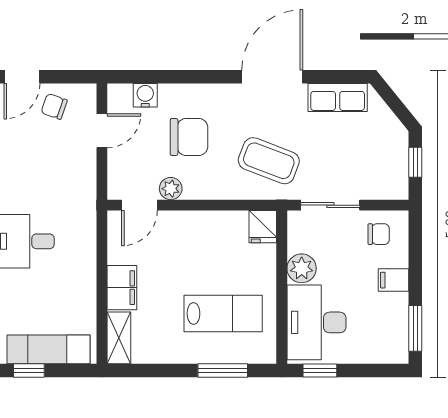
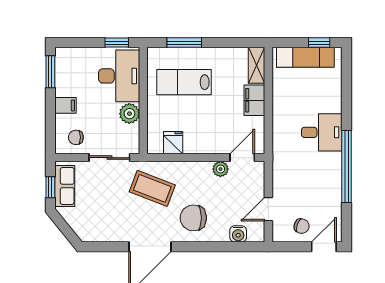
row of seats: (338, 98) -> (65, 186), moved, turned 90
chair: (189, 137) -> (193, 218), moved
fridge: (263, 227) -> (173, 143), moved

